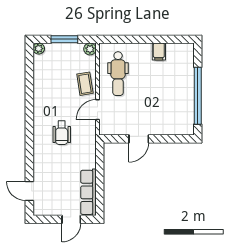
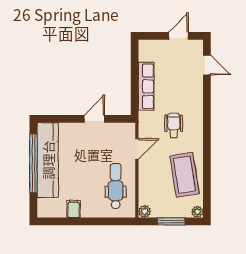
coffee table: (85, 84) -> (185, 175), moved, width x1.86, depth x1.72
kitchen counter: (184, 99) -> (48, 160), added
row of seats: (88, 192) -> (146, 86), moved
door: (71, 219) -> (179, 36), moved

